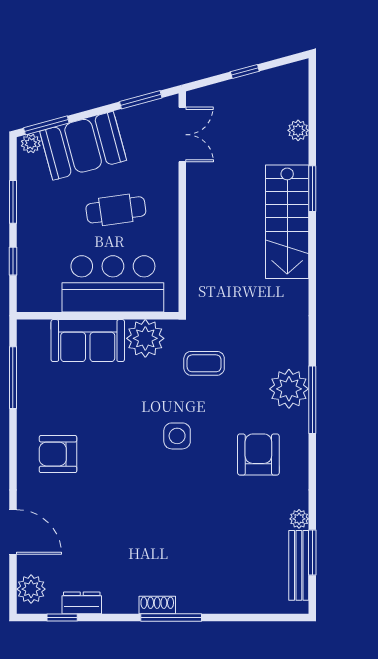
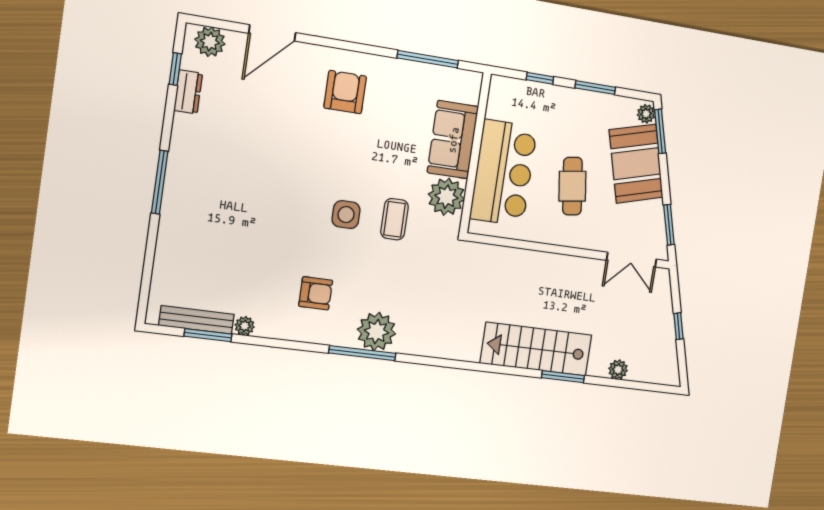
coffee table: (204, 363) -> (394, 219), moved
armchair: (258, 454) -> (316, 293), width x0.72, depth x0.72
shoe rack: (157, 605) -> (175, 170), removed

